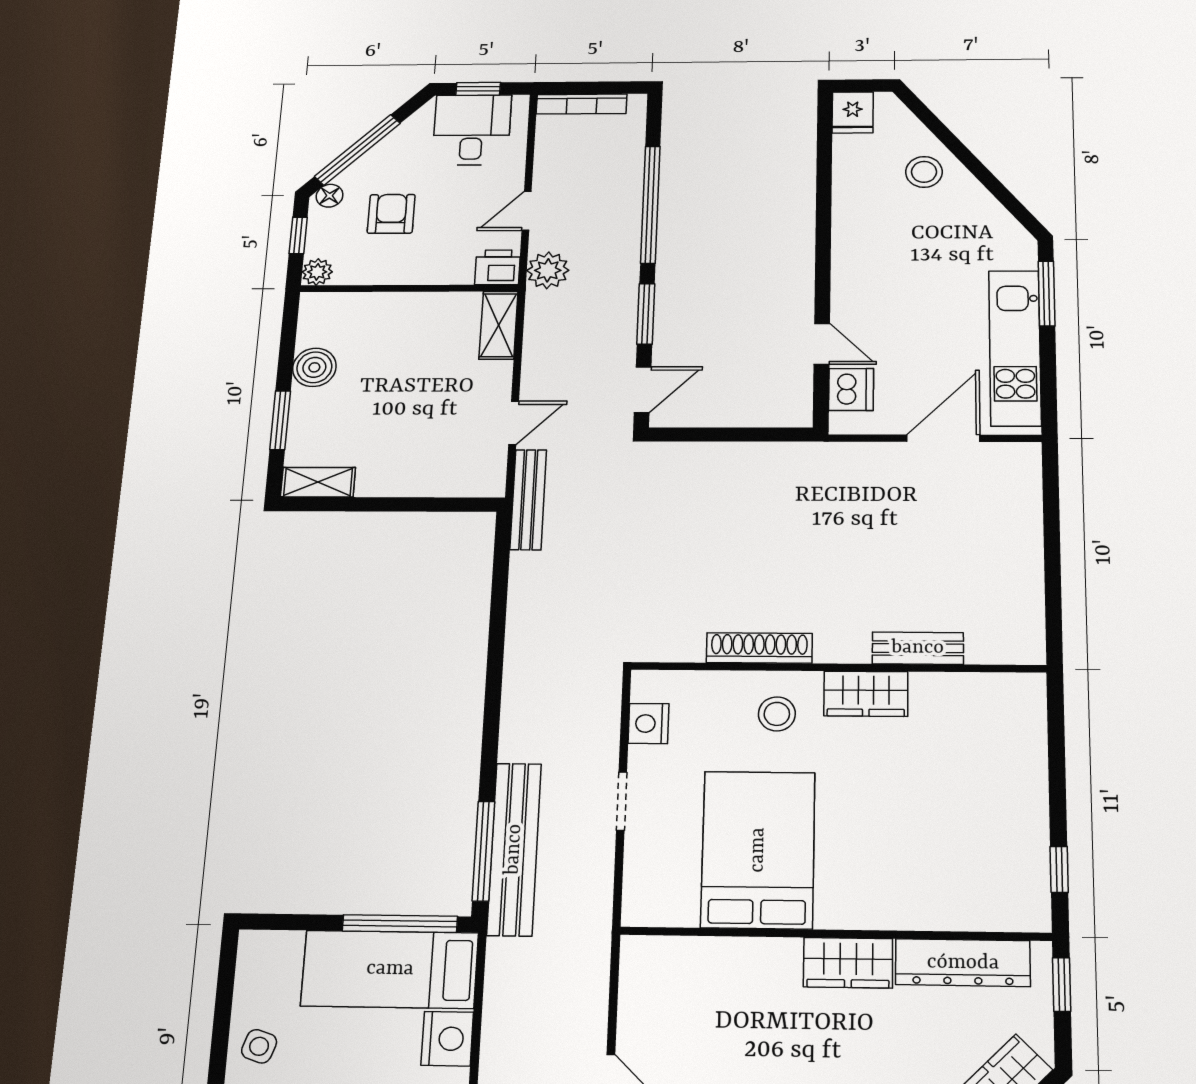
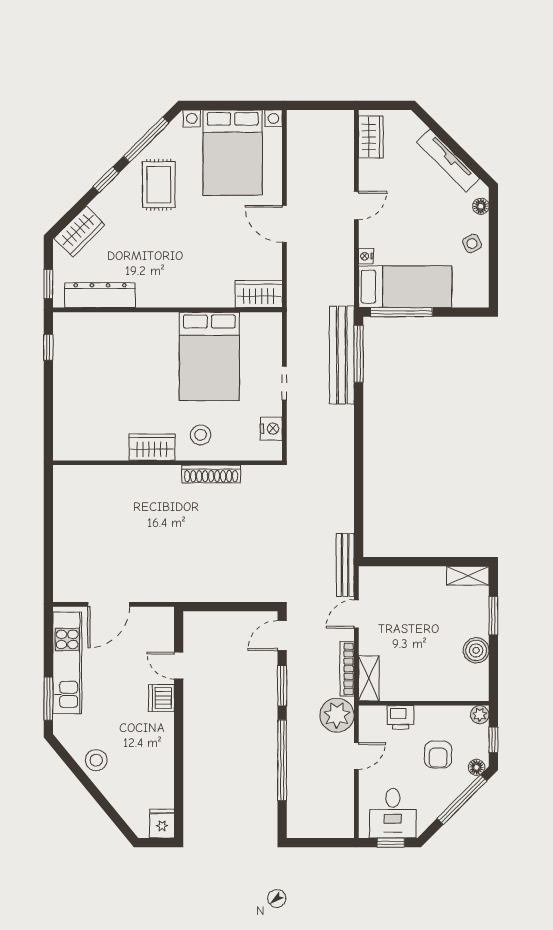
bookcase: (582, 104) -> (347, 669), moved, turned -90
stool: (924, 172) -> (96, 760), moved
printer: (498, 267) -> (401, 717), moved
plant: (548, 270) -> (337, 715), width x1.36, depth x1.36
dishwasher: (851, 389) -> (161, 698), moved
bench: (918, 648) -> (123, 475), removed
wardrobe: (848, 963) -> (259, 294), moved
nightstand: (447, 1039) -> (366, 256), width x0.53, depth x0.56
side table: (259, 1046) -> (472, 243), turned 45

